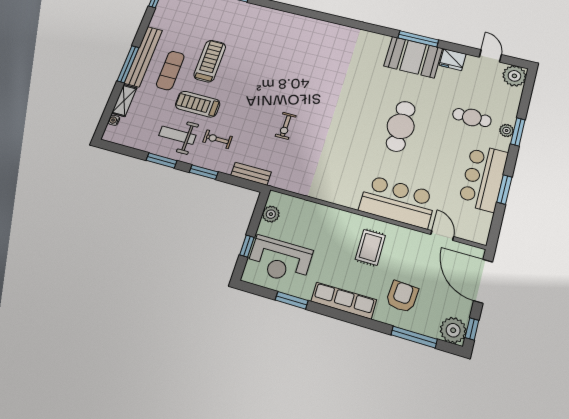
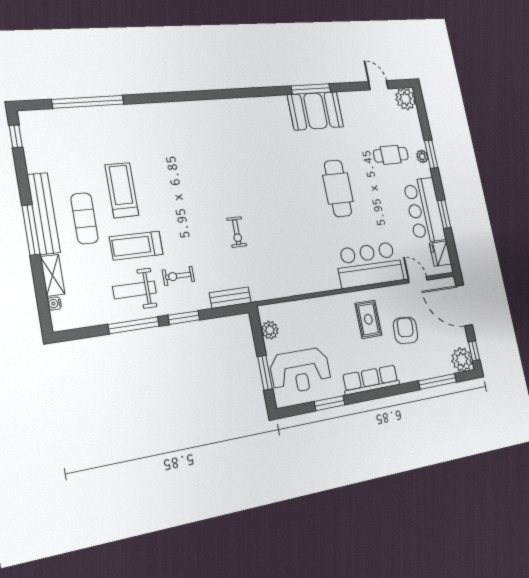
fridge: (453, 60) -> (441, 254), moved, turned 90
window: (161, 160) -> (134, 325), width x1.44
window: (247, 246) -> (265, 373), width x1.50
armchair: (402, 297) -> (406, 330), moved

